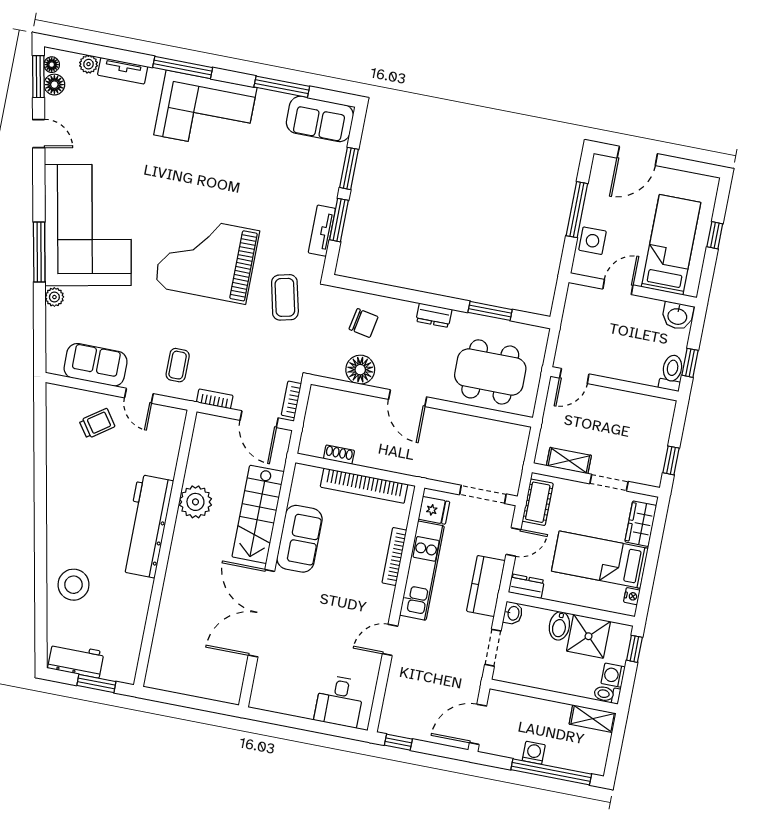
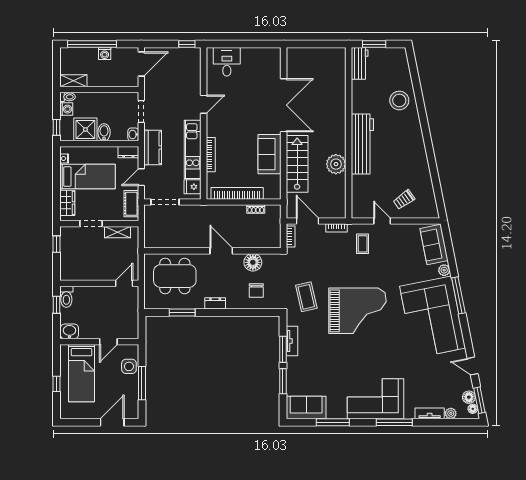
chair: (364, 323) -> (256, 291), turned -101
sofa: (96, 365) -> (434, 244), moved, turned 79
workbench: (76, 660) -> (360, 63), moved, turned -90

